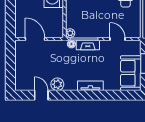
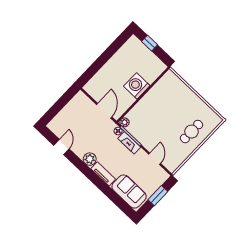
door: (35, 39) -> (104, 111), moved
sofa: (131, 73) -> (129, 191), moved, turned 90
plant: (57, 84) -> (90, 159), moved

